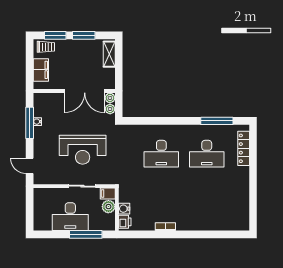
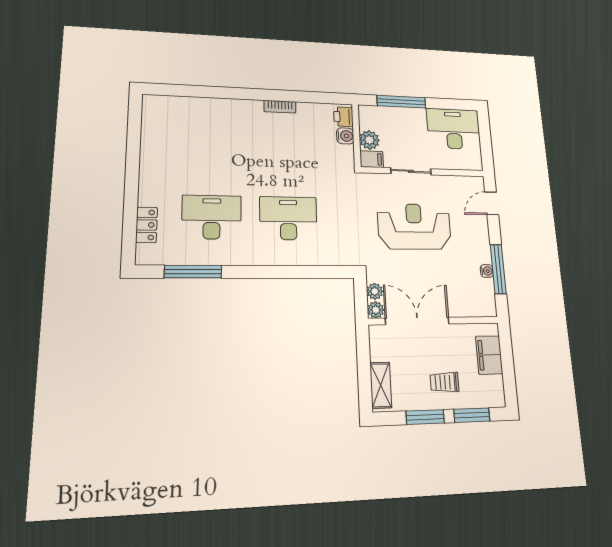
trolley: (46, 47) -> (445, 382), moved
locker: (244, 148) -> (147, 225), width x0.66
door: (30, 166) -> (492, 203), swing flipped
desk: (70, 217) -> (454, 129), moved

